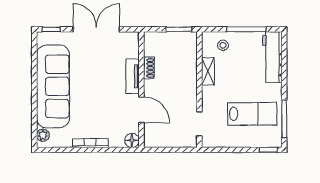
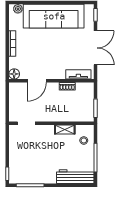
tv unit: (133, 76) -> (78, 74), moved
lab bench: (252, 114) -> (34, 162), removed

